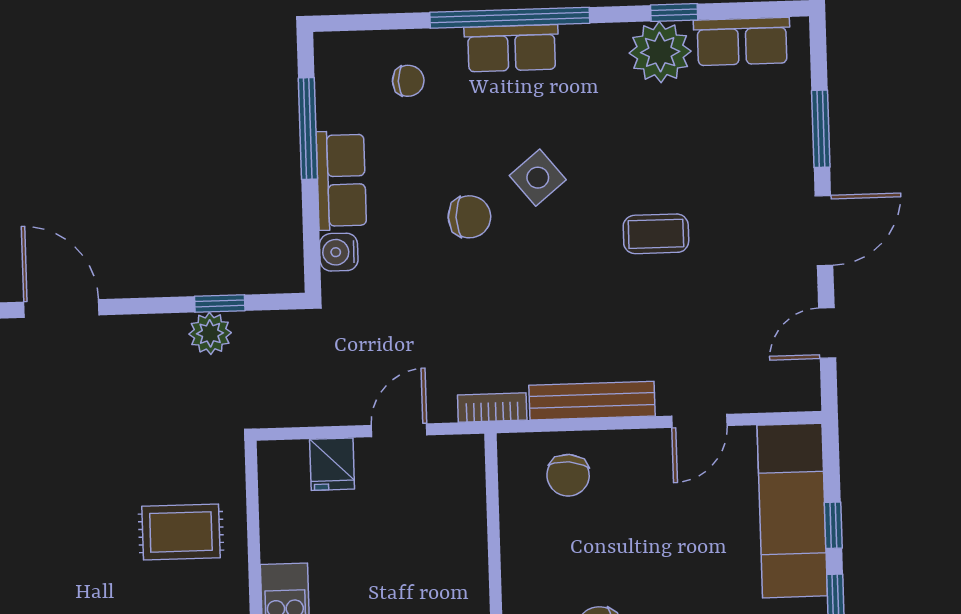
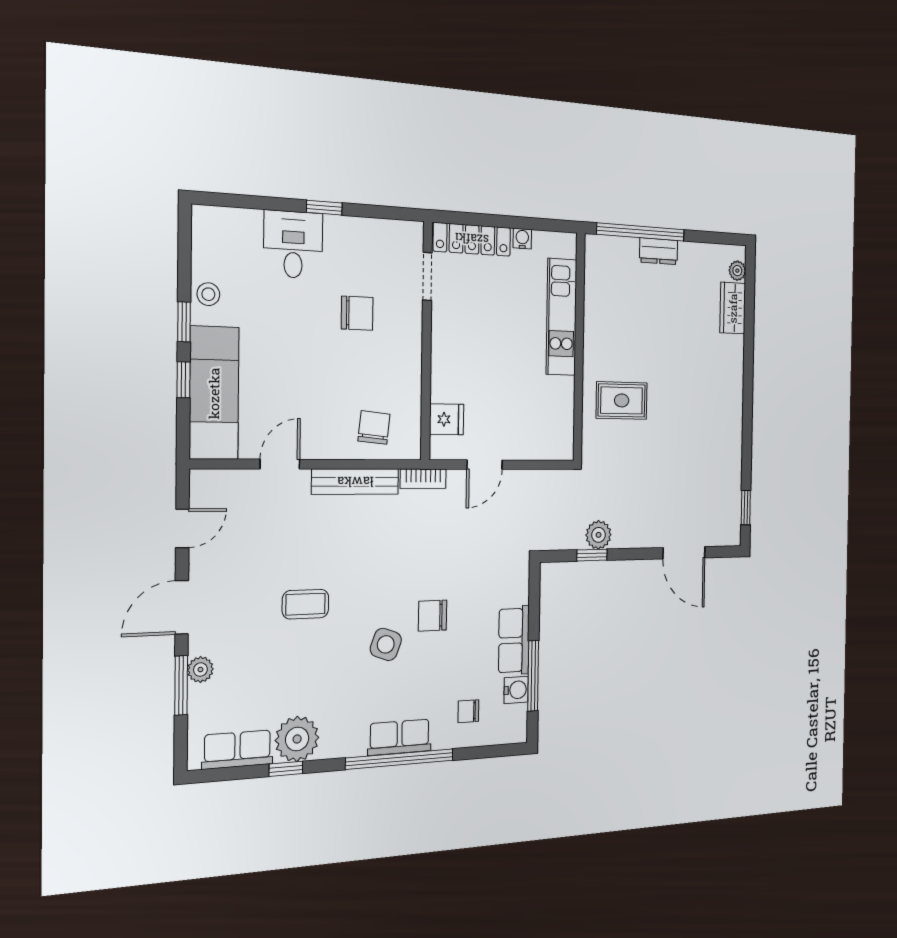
plant: (796, 149) -> (200, 670), added
side table: (538, 178) -> (386, 644), turned -31
water cooler: (339, 252) -> (516, 690), moved
fridge: (332, 464) -> (447, 419), moved, turned 90

